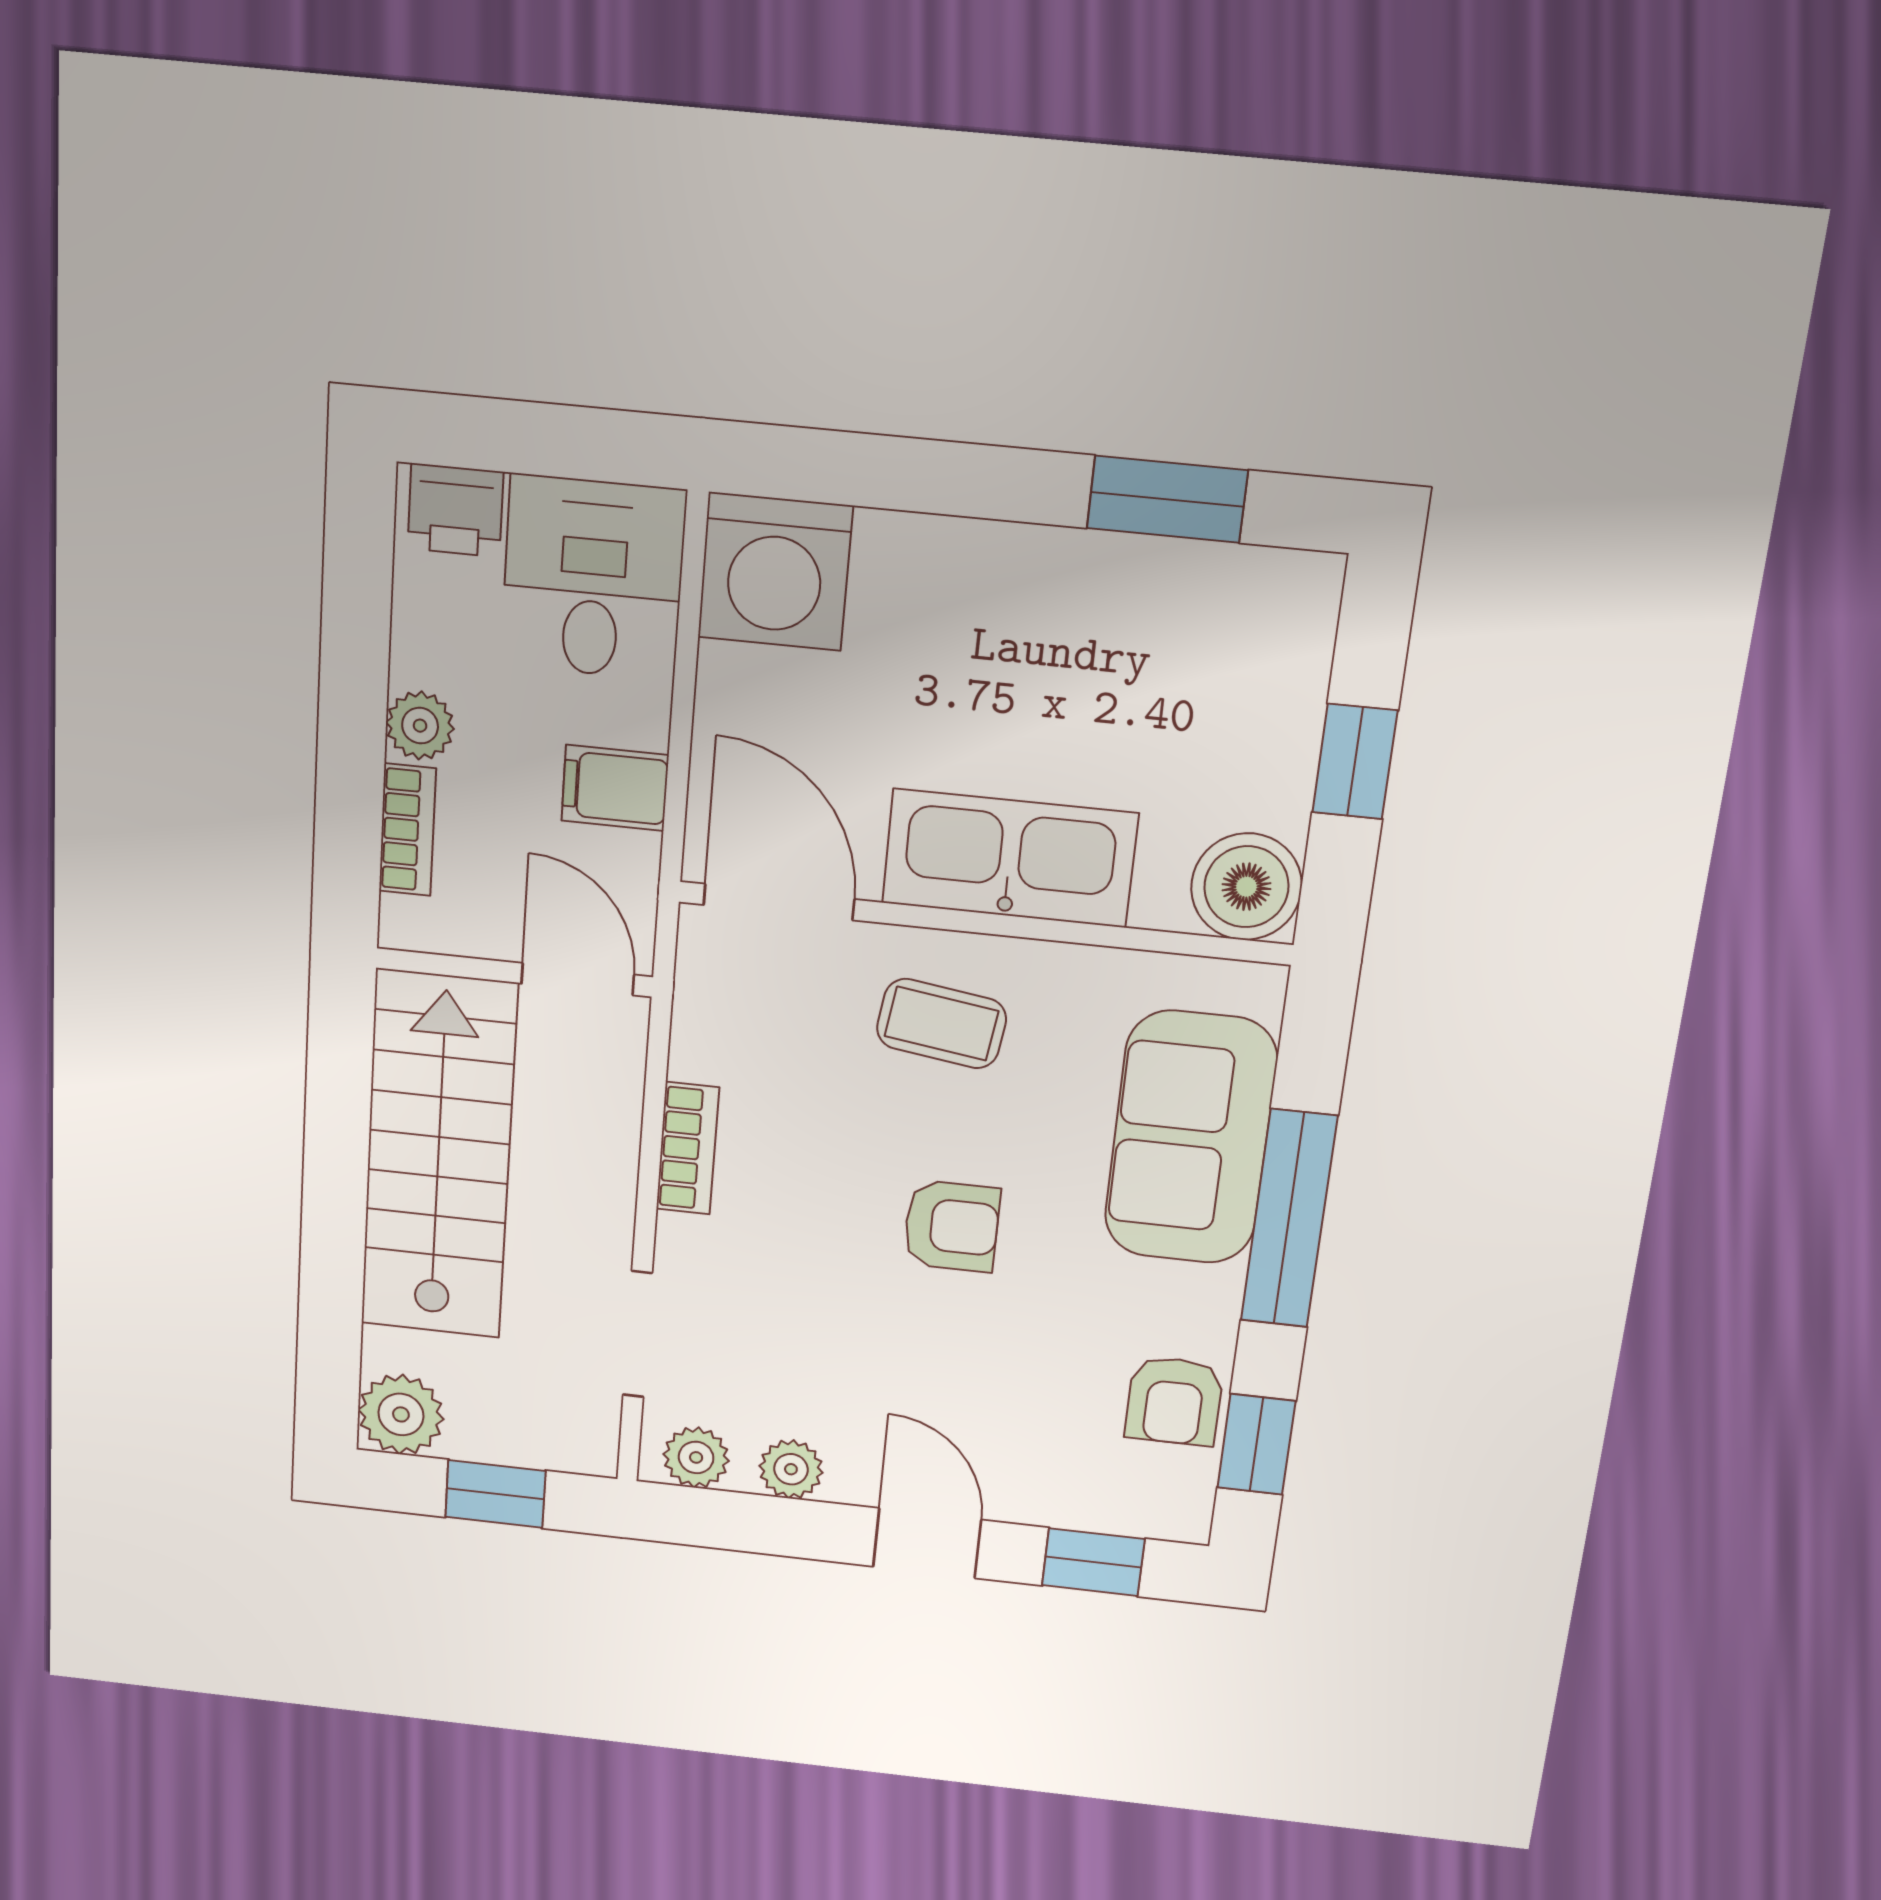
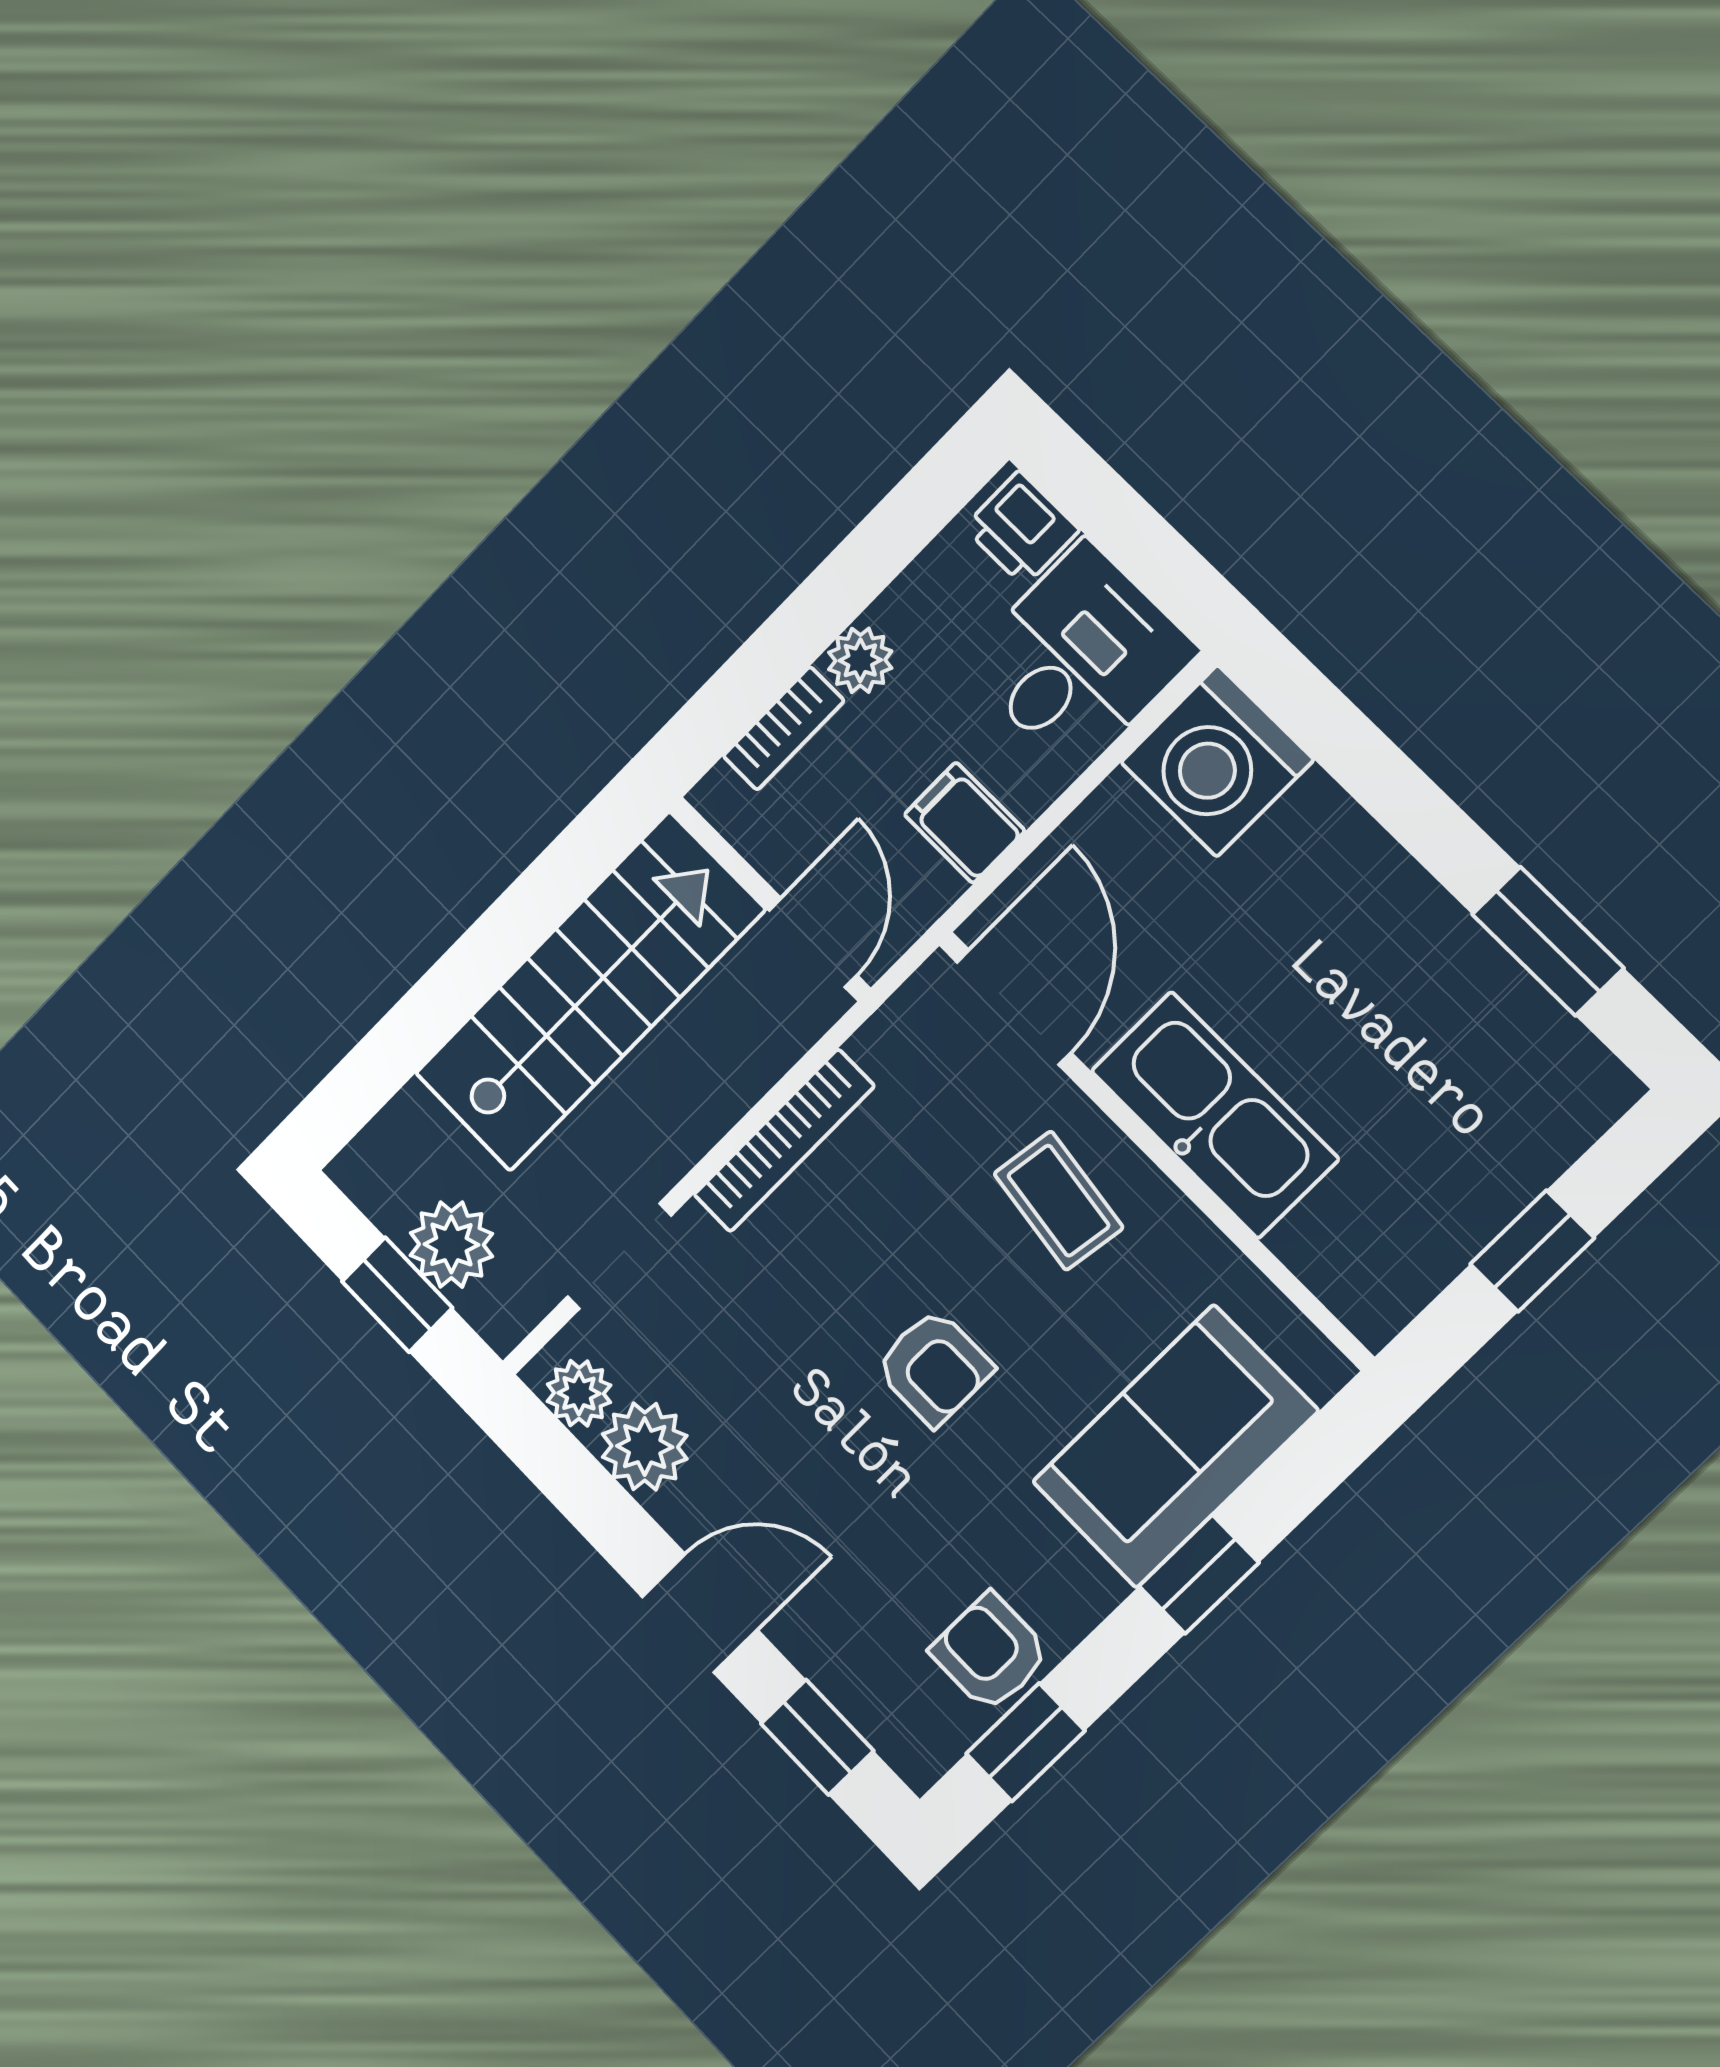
boiler: (1246, 887) -> (1375, 1282), removed
bookcase: (688, 1148) -> (784, 1140), width x1.56
window: (1289, 1219) -> (1199, 1574), width x0.46
armchair: (1174, 1401) -> (990, 1653), turned 90
plant: (401, 1414) -> (451, 1245), moved
plant: (791, 1469) -> (645, 1446), width x1.38, depth x1.38
door: (927, 1543) -> (700, 1613), hinge flipped

